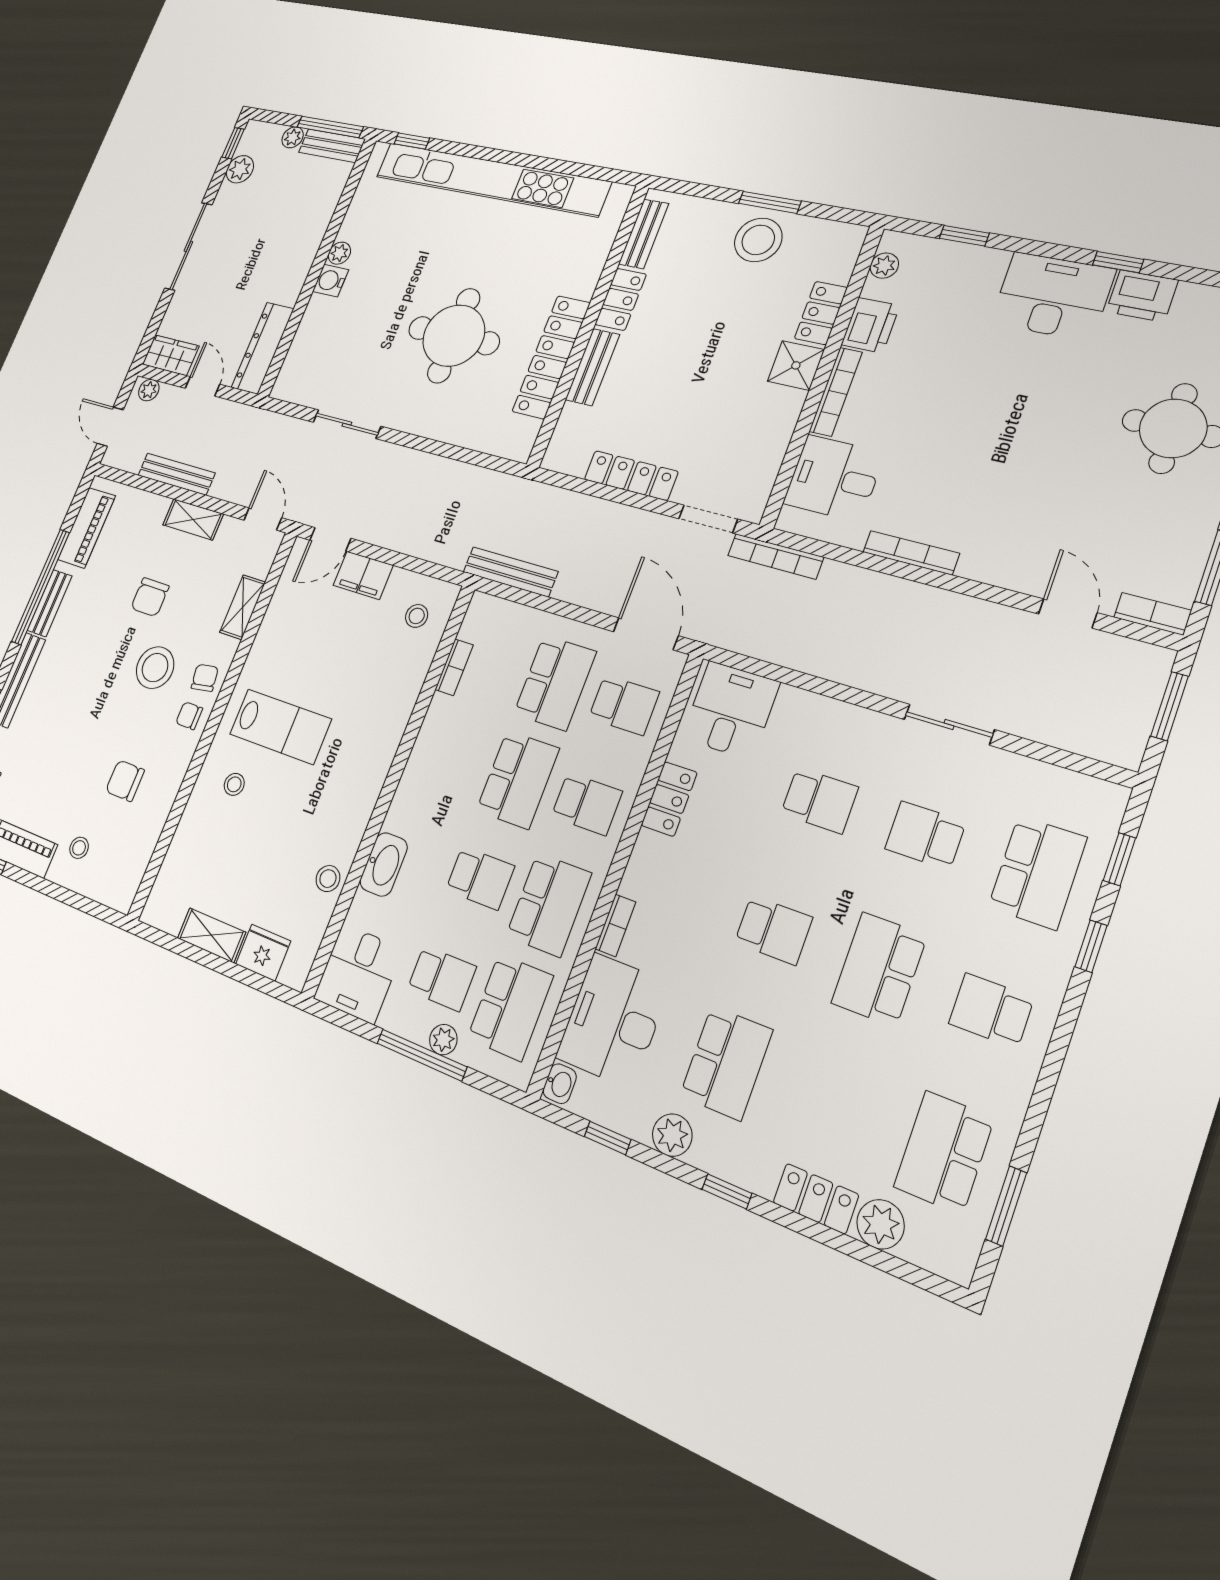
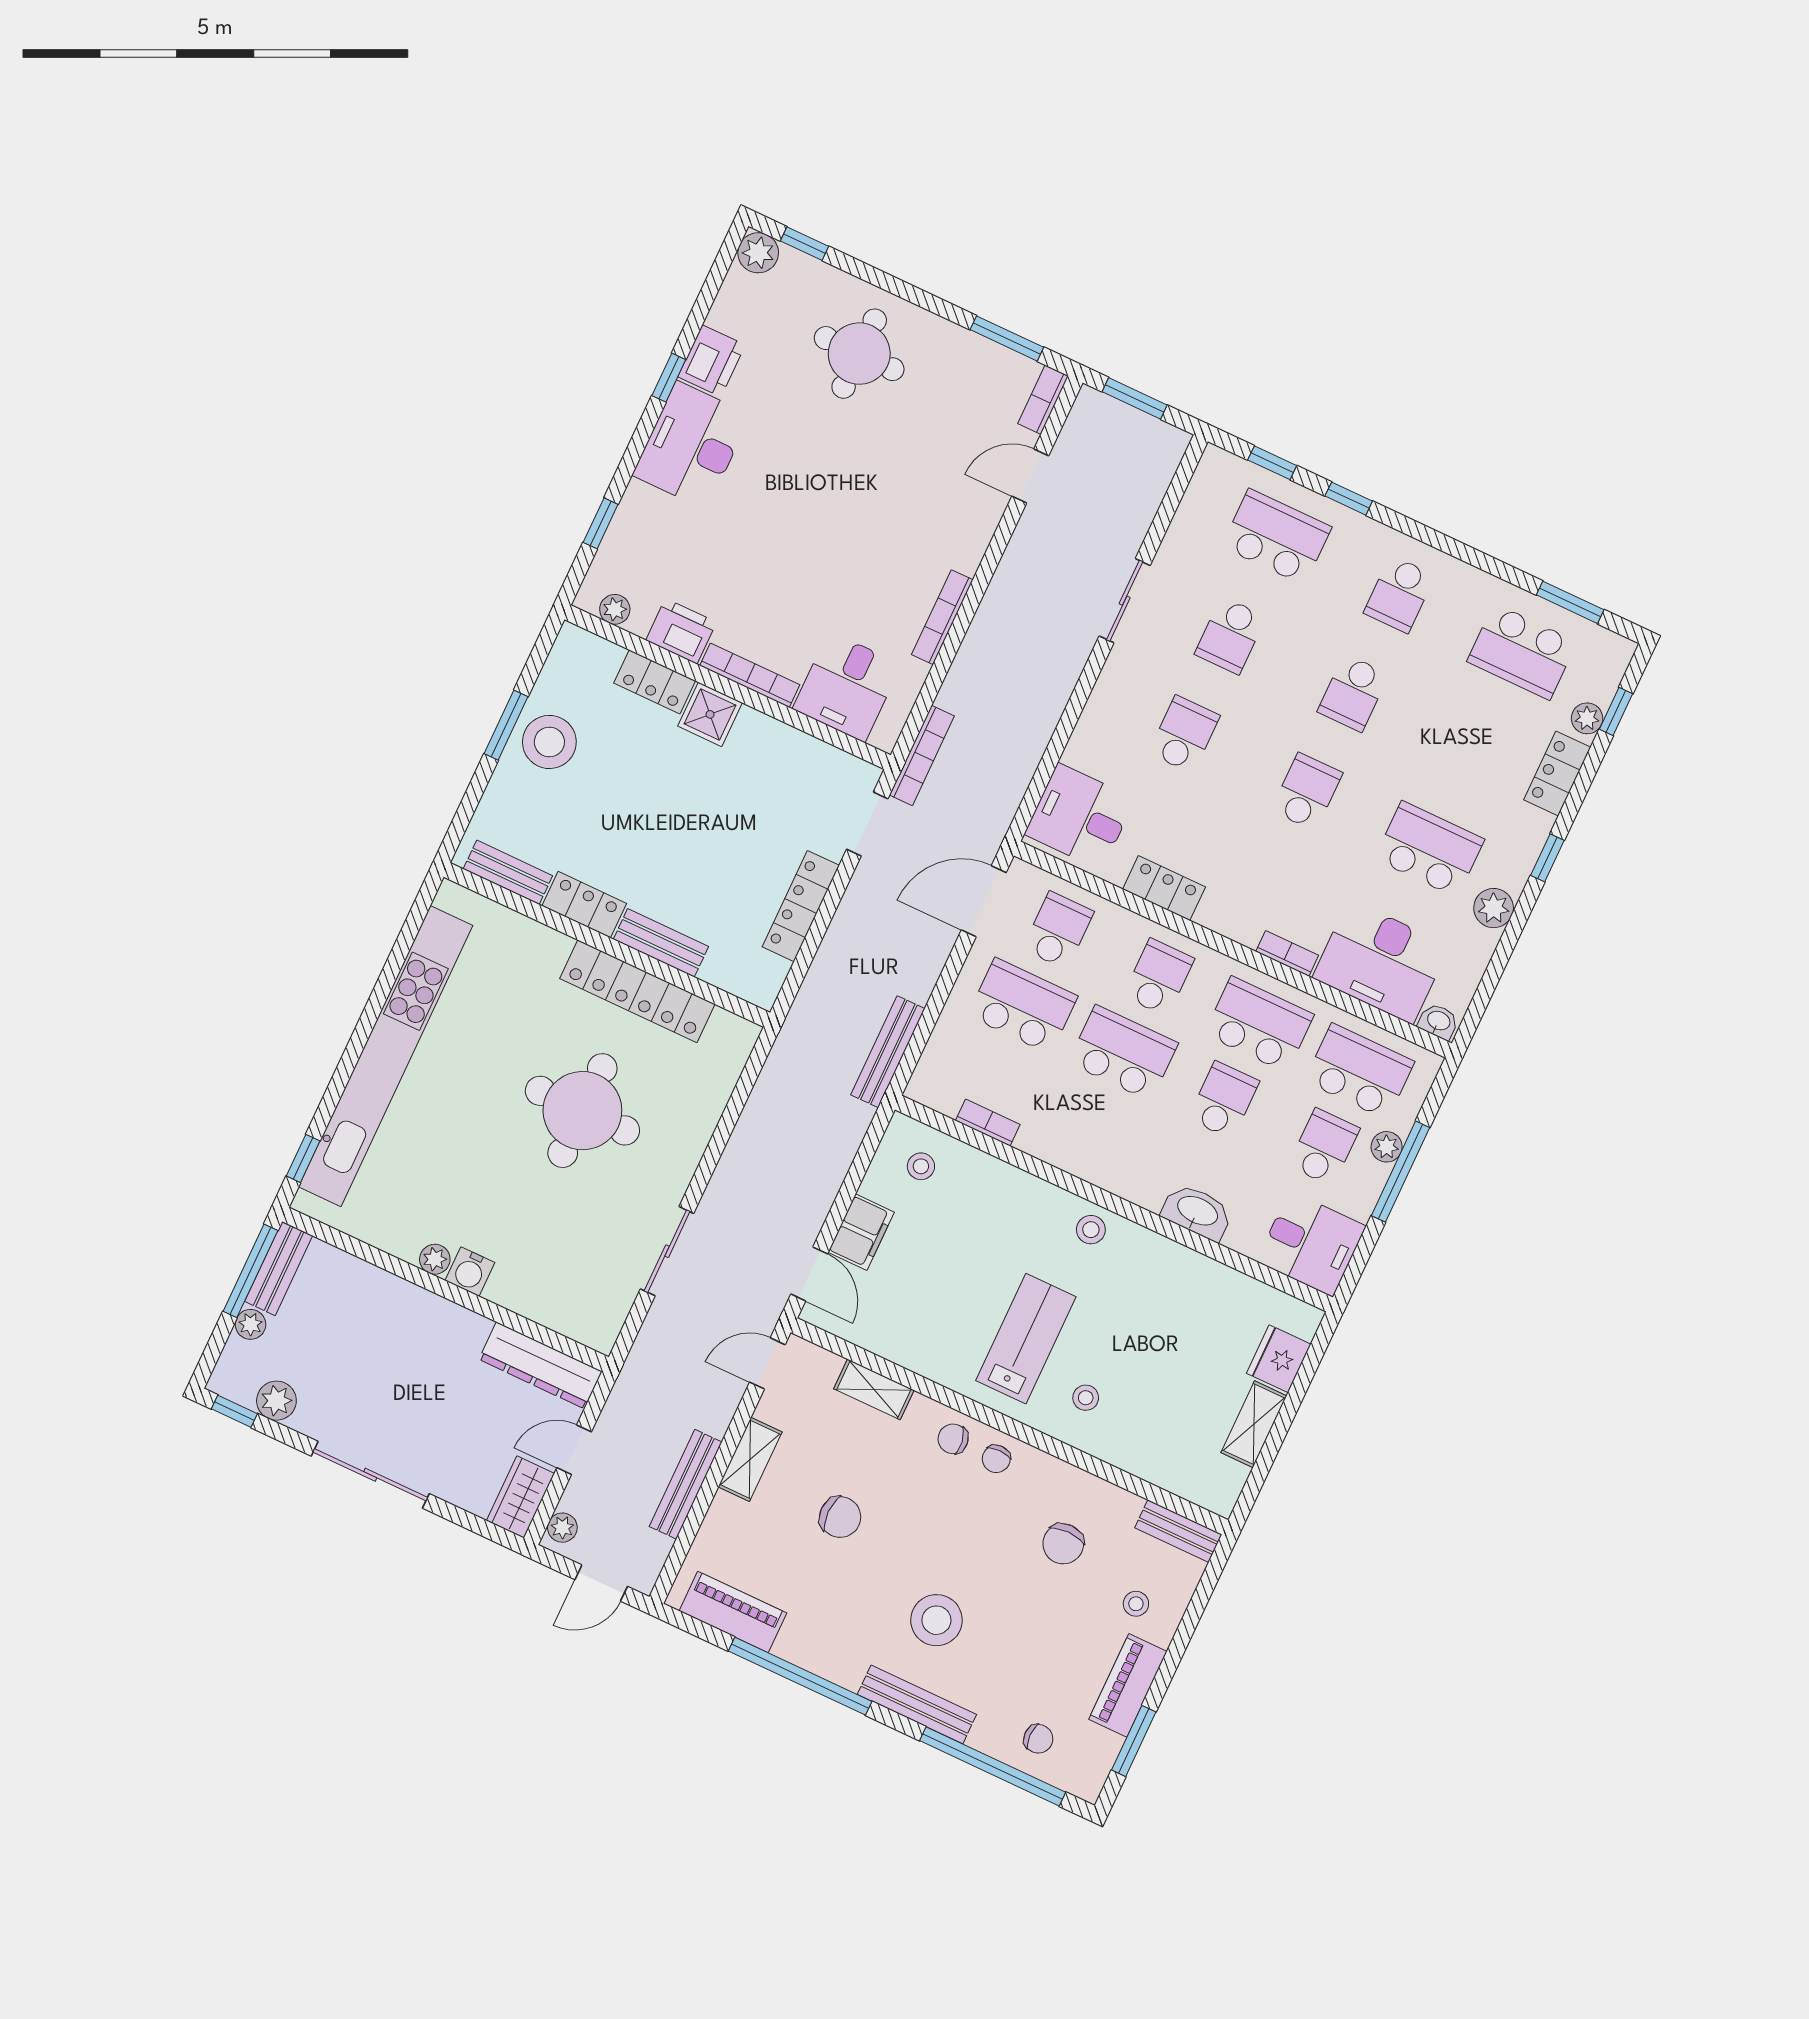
bench: (50, 603) -> (1178, 1531), moved
stool: (155, 668) -> (936, 1620), moved
stool: (328, 879) -> (1091, 1230), moved
school desk: (879, 969) -> (1353, 693), width x0.54
window: (608, 1138) -> (1616, 711), moved
plant: (881, 1224) -> (1587, 718), width x0.73, depth x0.73

